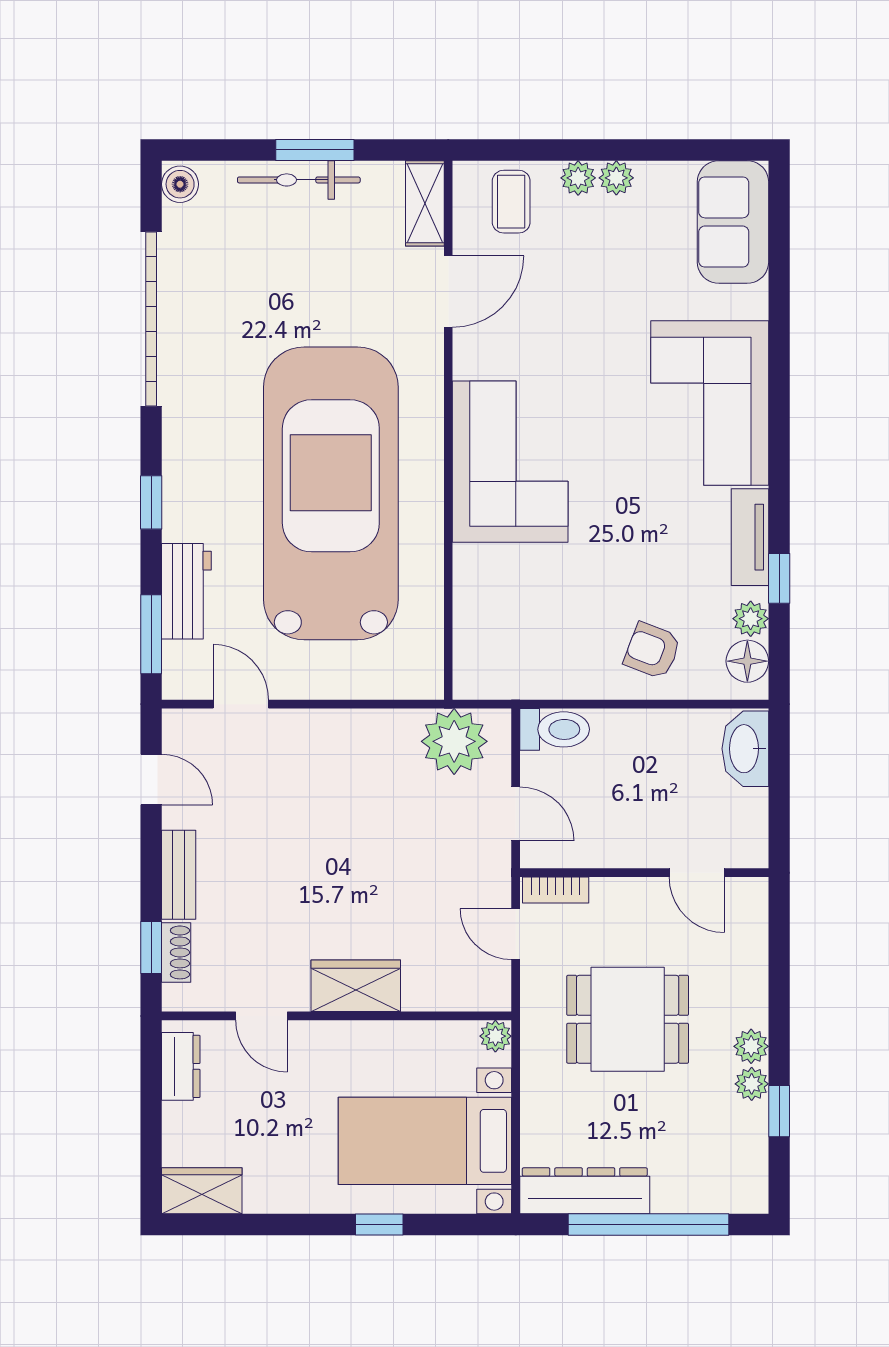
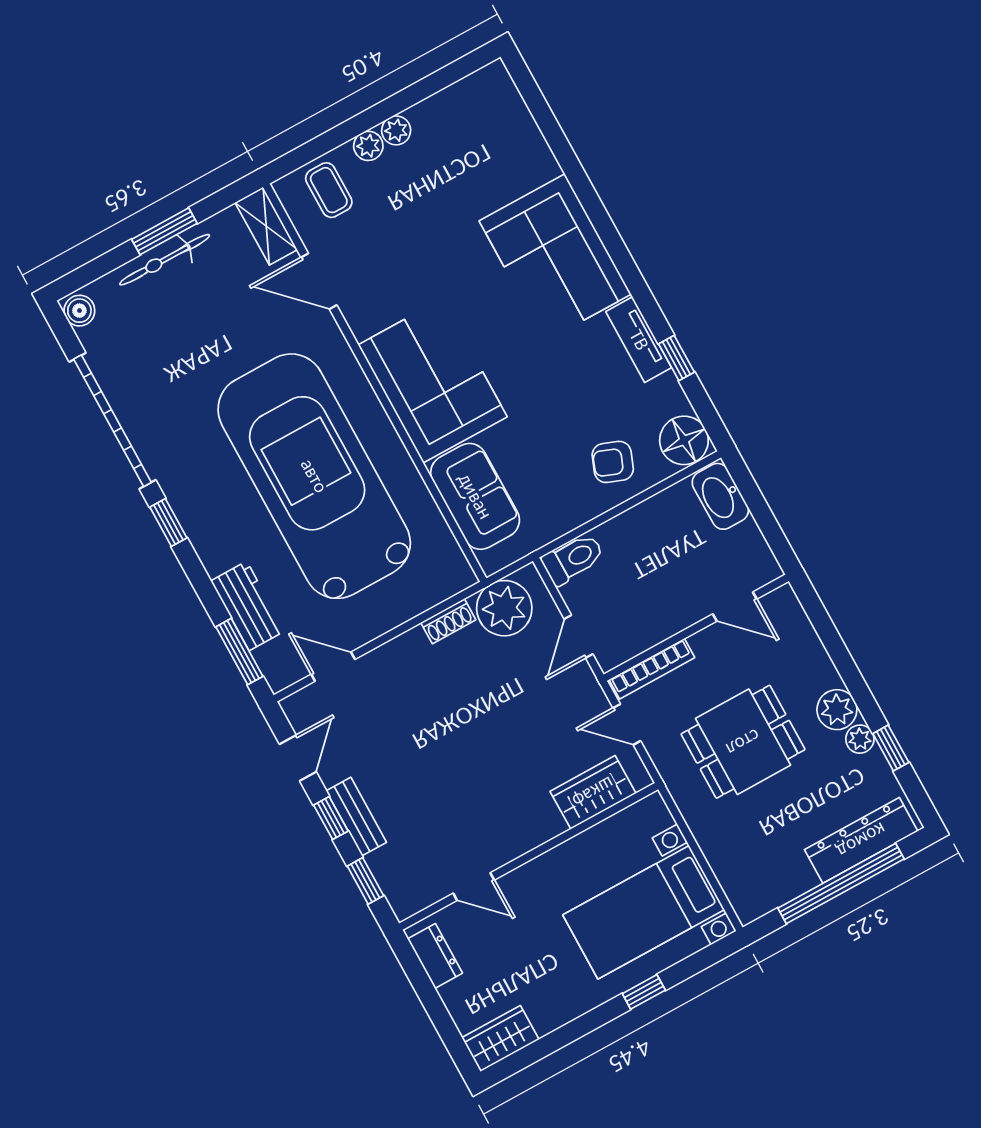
sofa: (733, 222) -> (475, 496), moved, turned 180
door: (448, 292) -> (319, 281), swing flipped
window: (151, 502) -> (168, 523), moved
plant: (751, 619) -> (672, 399), removed
floor lamp: (747, 661) -> (684, 440), width x1.38, depth x1.38
door: (151, 780) -> (298, 758), hinge flipped
door: (516, 814) -> (578, 636), swing flipped
window: (151, 862) -> (331, 818), added
bookcase: (556, 890) -> (652, 669), width x1.56
shoe rack: (176, 952) -> (448, 621), moved, turned 90
wardrobe: (356, 986) -> (593, 792), moved
plant: (495, 1036) -> (653, 807), removed
plant: (751, 1046) -> (837, 710), width x1.38, depth x1.38
dresser: (585, 1191) -> (861, 840), moved

